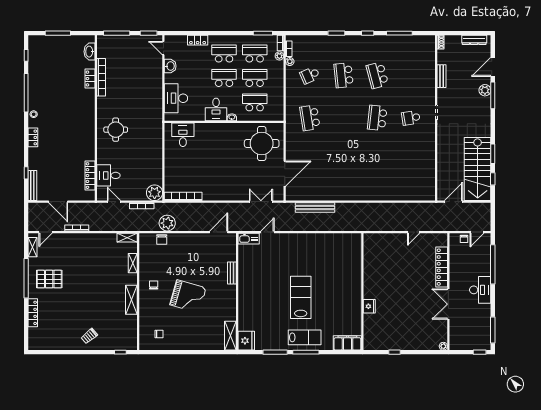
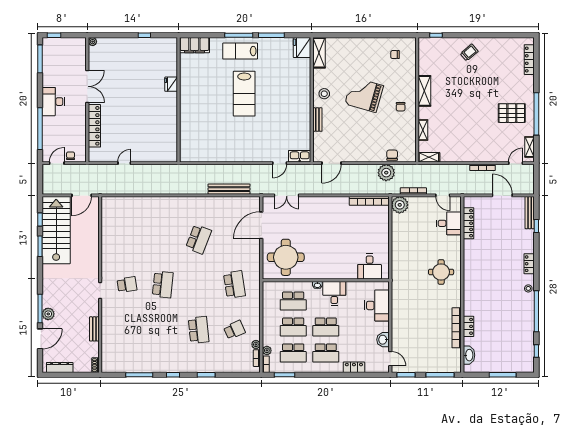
school desk: (377, 75) -> (199, 239), moved, turned 36
stool: (225, 297) -> (324, 94), added
locker: (33, 313) -> (529, 60), moved

